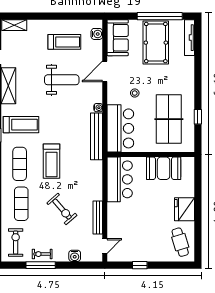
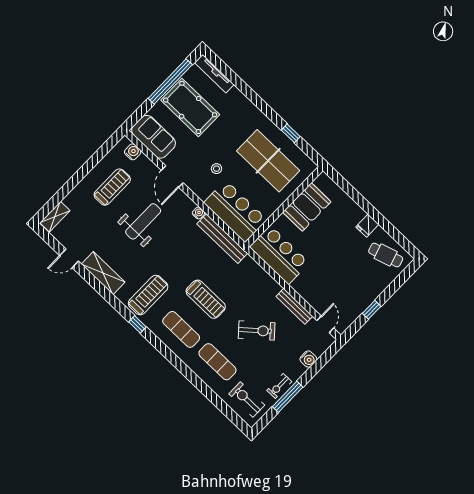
fridge: (185, 209) -> (367, 226), width x0.53, depth x0.75

